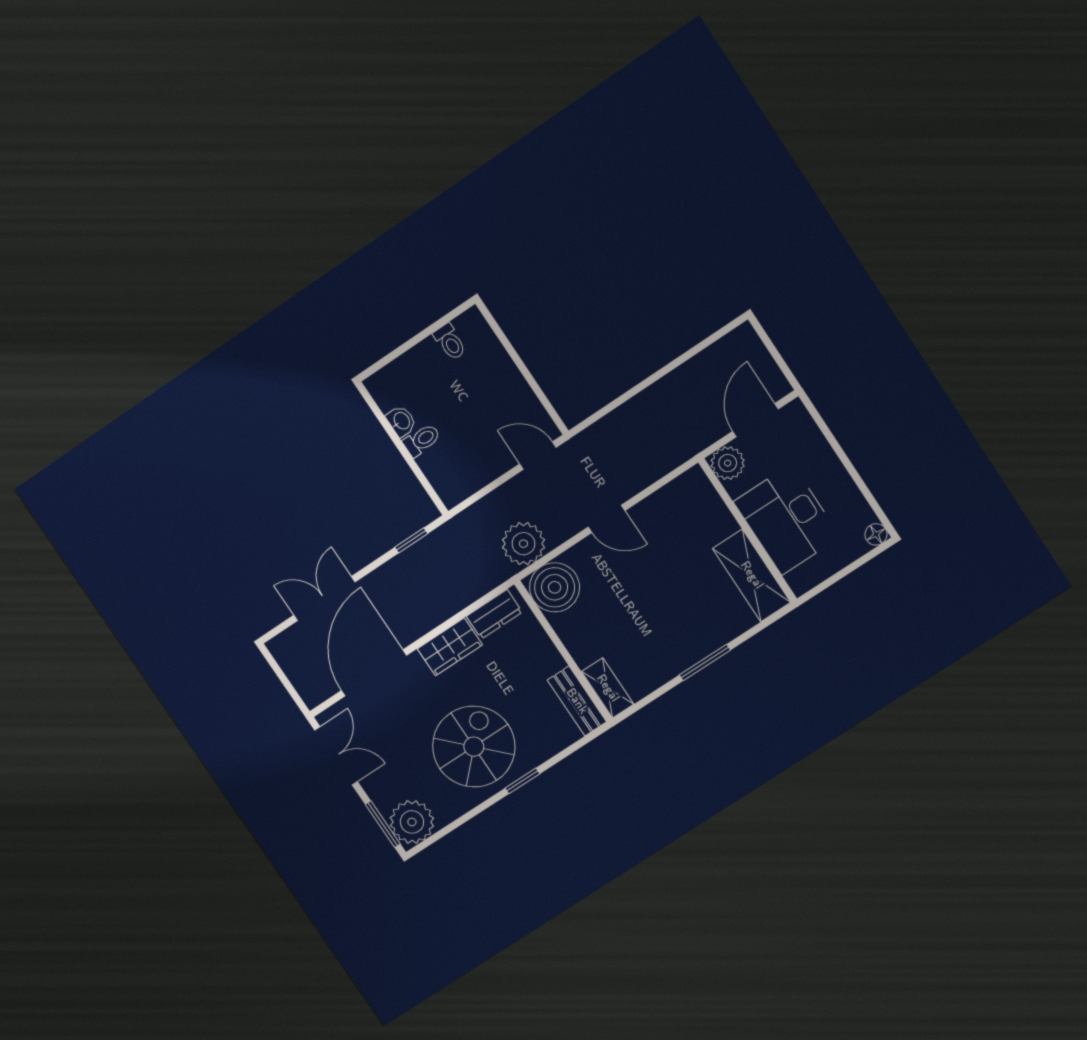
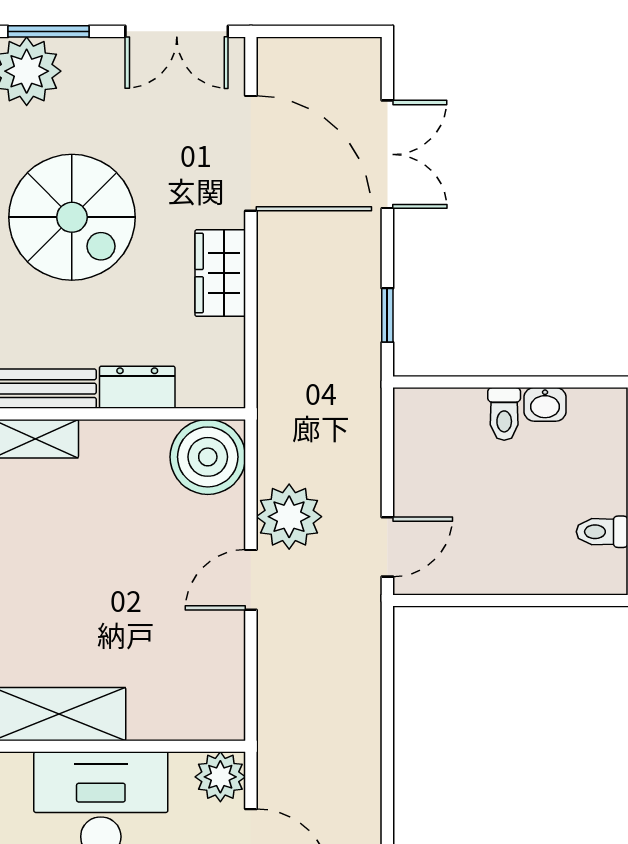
plant: (523, 544) -> (289, 517), moved
dresser: (494, 614) -> (137, 387), moved, turned 90

